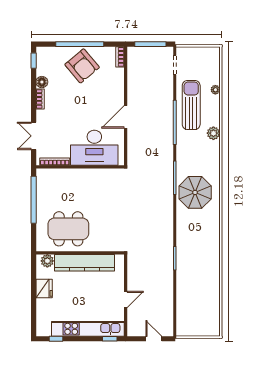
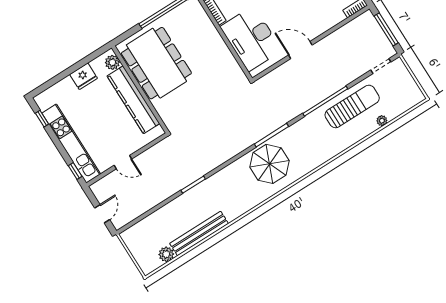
plant: (213, 133) -> (166, 254), moved
dining table: (68, 229) -> (156, 63), width x1.36, depth x1.24
bench: (213, 277) -> (199, 234), added

